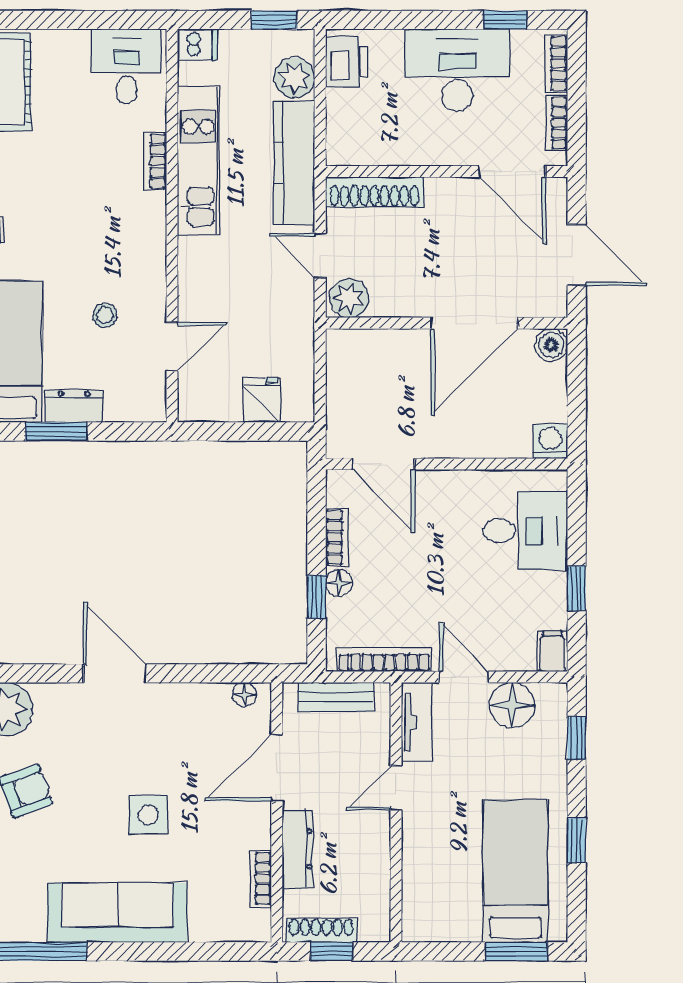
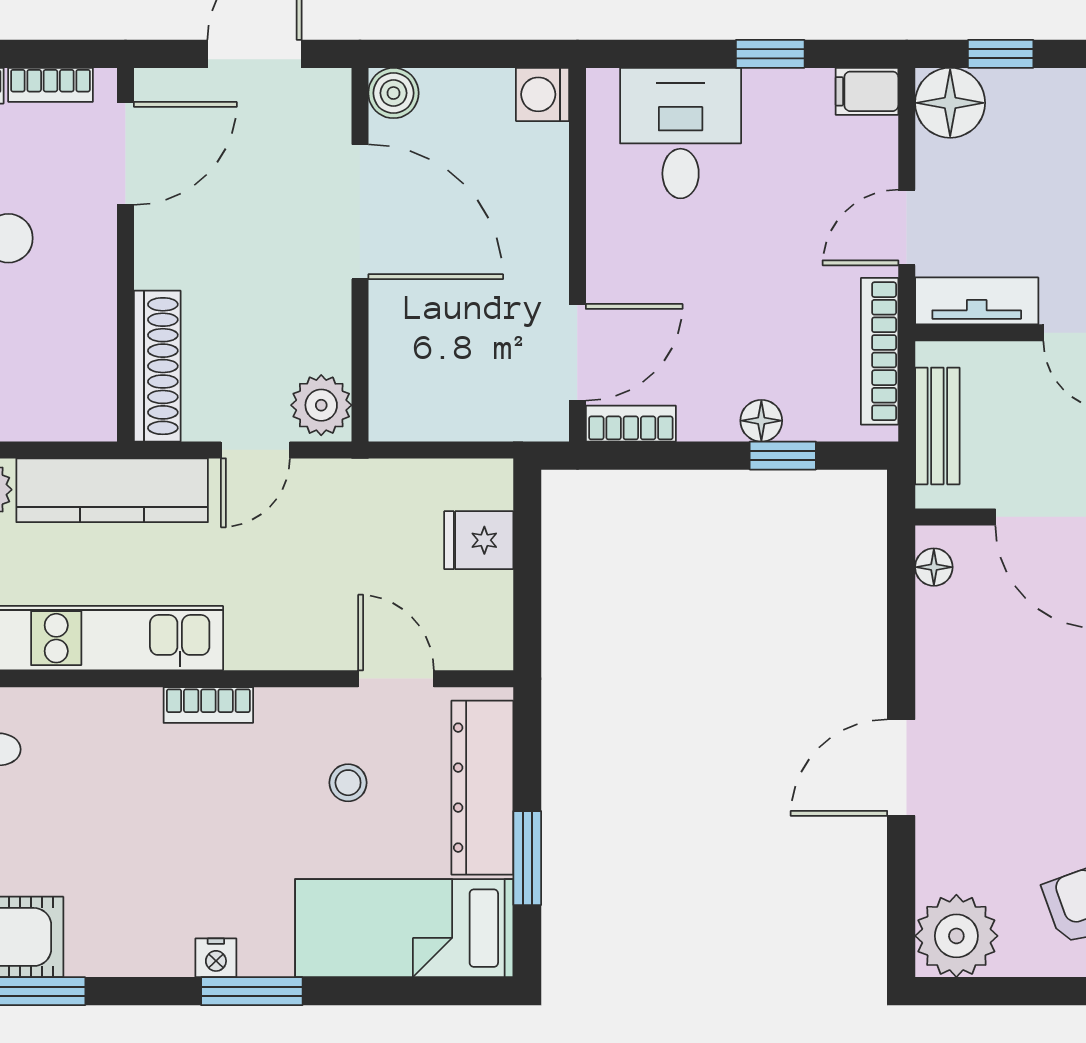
bookcase: (155, 161) -> (208, 705), moved
dresser: (74, 406) -> (482, 788), width x1.96, depth x1.24
bookcase: (337, 537) -> (631, 424), moved
floor lamp: (512, 705) -> (950, 103), moved

